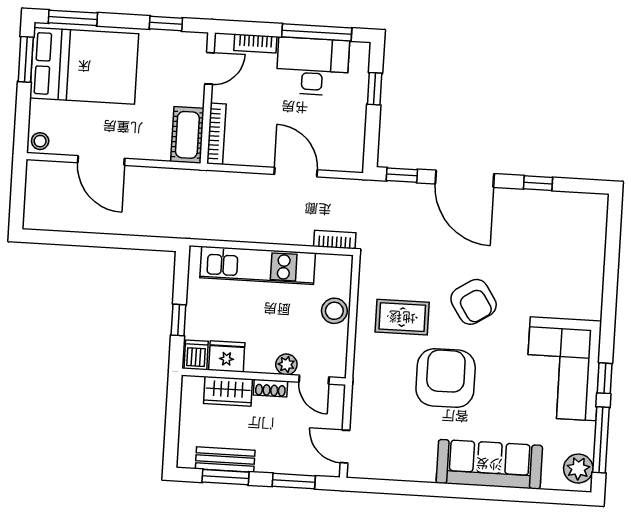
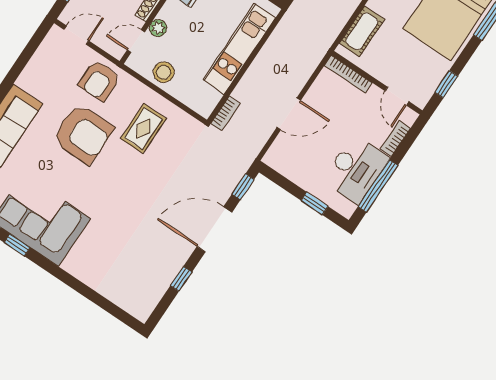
cot: (187, 135) -> (362, 31), moved, turned 90
armchair: (474, 302) -> (99, 81), moved, turned -57
stool: (334, 311) -> (164, 72), moved

